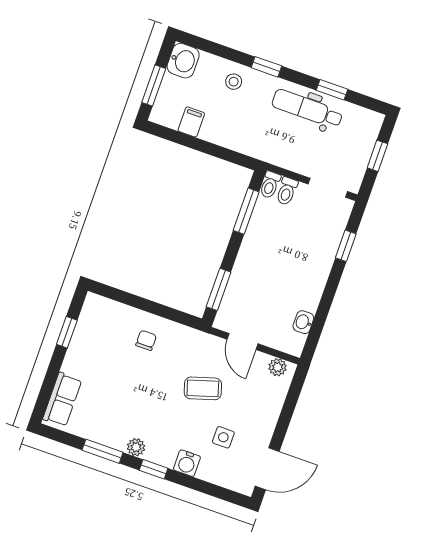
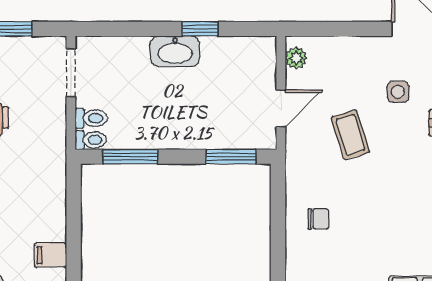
window: (346, 246) -> (200, 29), moved
washbasin: (303, 322) -> (175, 51), moved, width x1.91, depth x1.45
chair: (146, 340) -> (318, 219), turned 180

